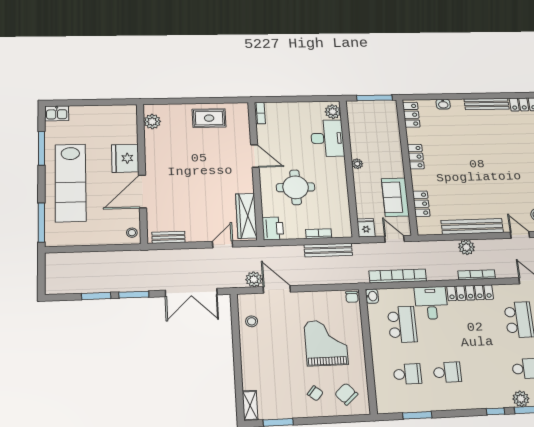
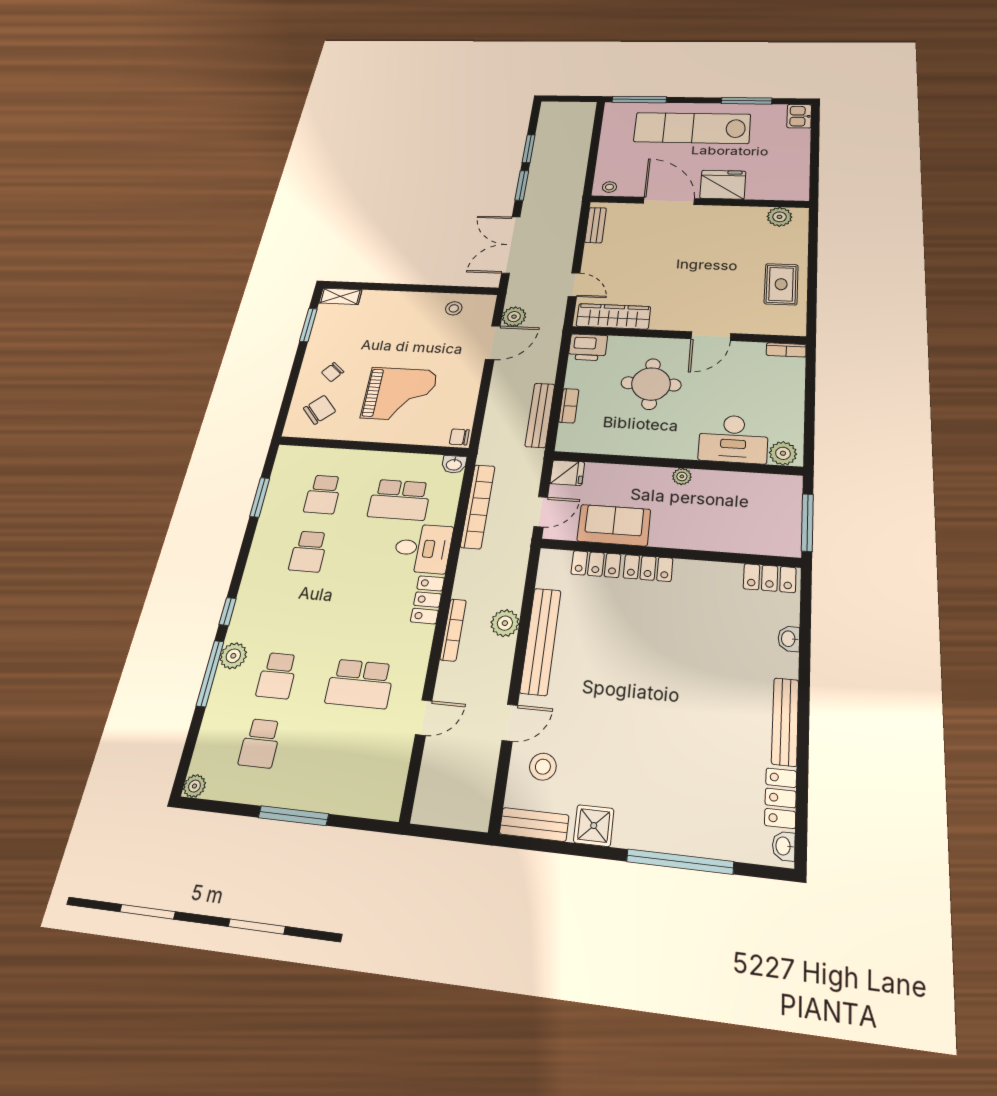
locker: (416, 157) -> (648, 568), moved
locker: (470, 293) -> (427, 600), width x0.66

